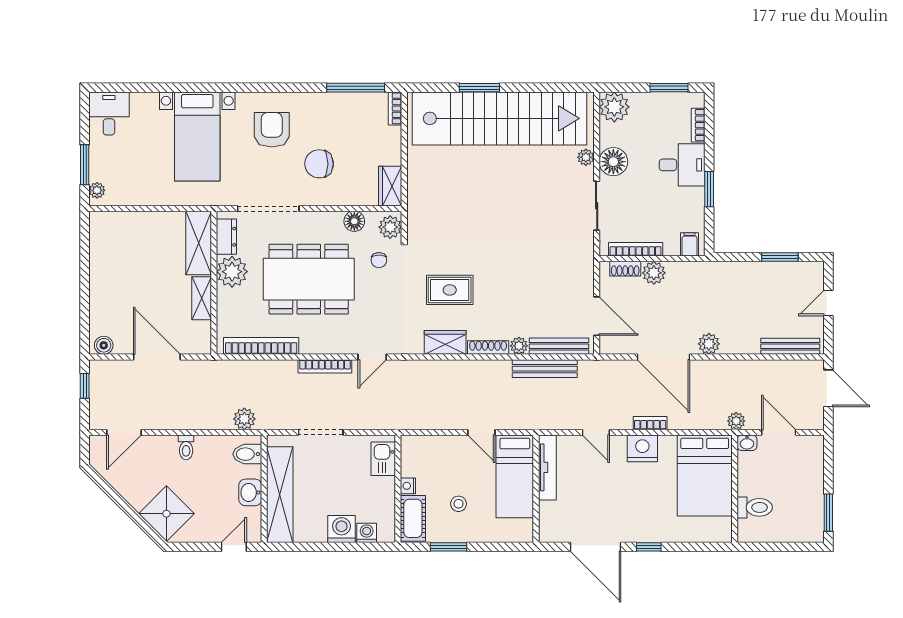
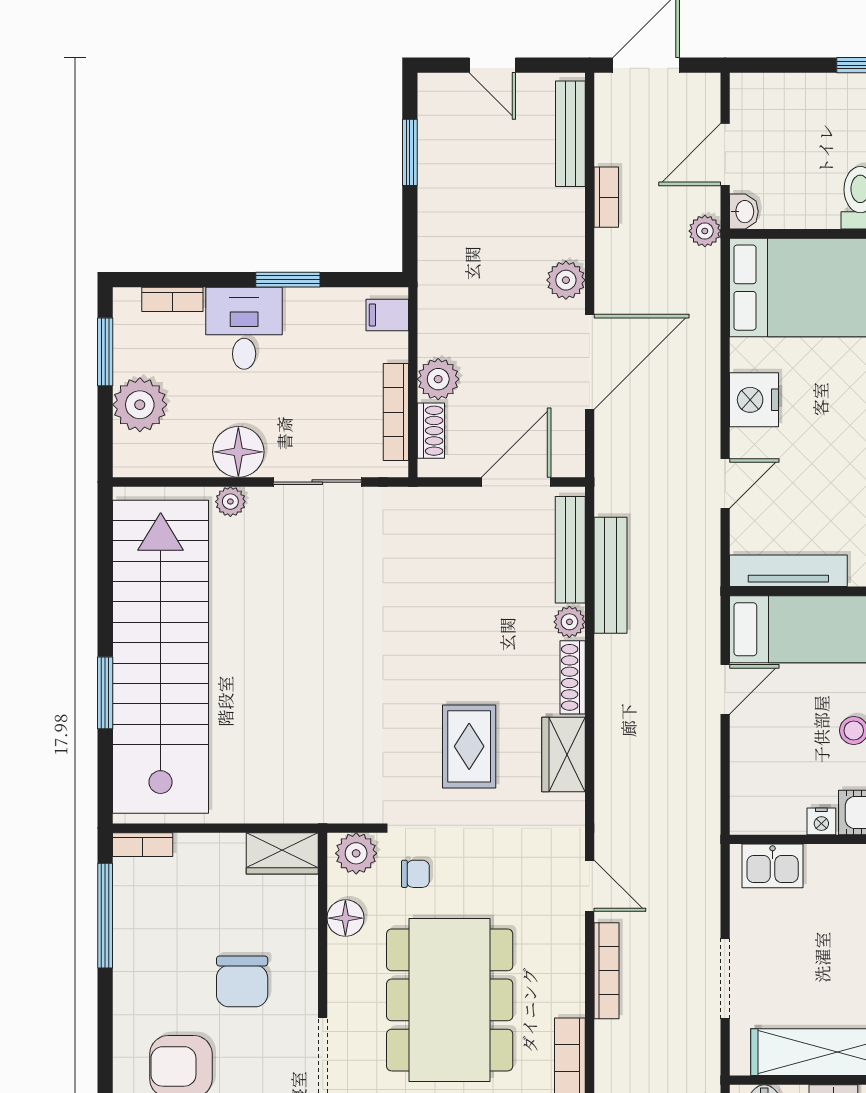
plant: (614, 107) -> (140, 405), moved
bookcase: (650, 423) -> (606, 197), moved, turned 180

